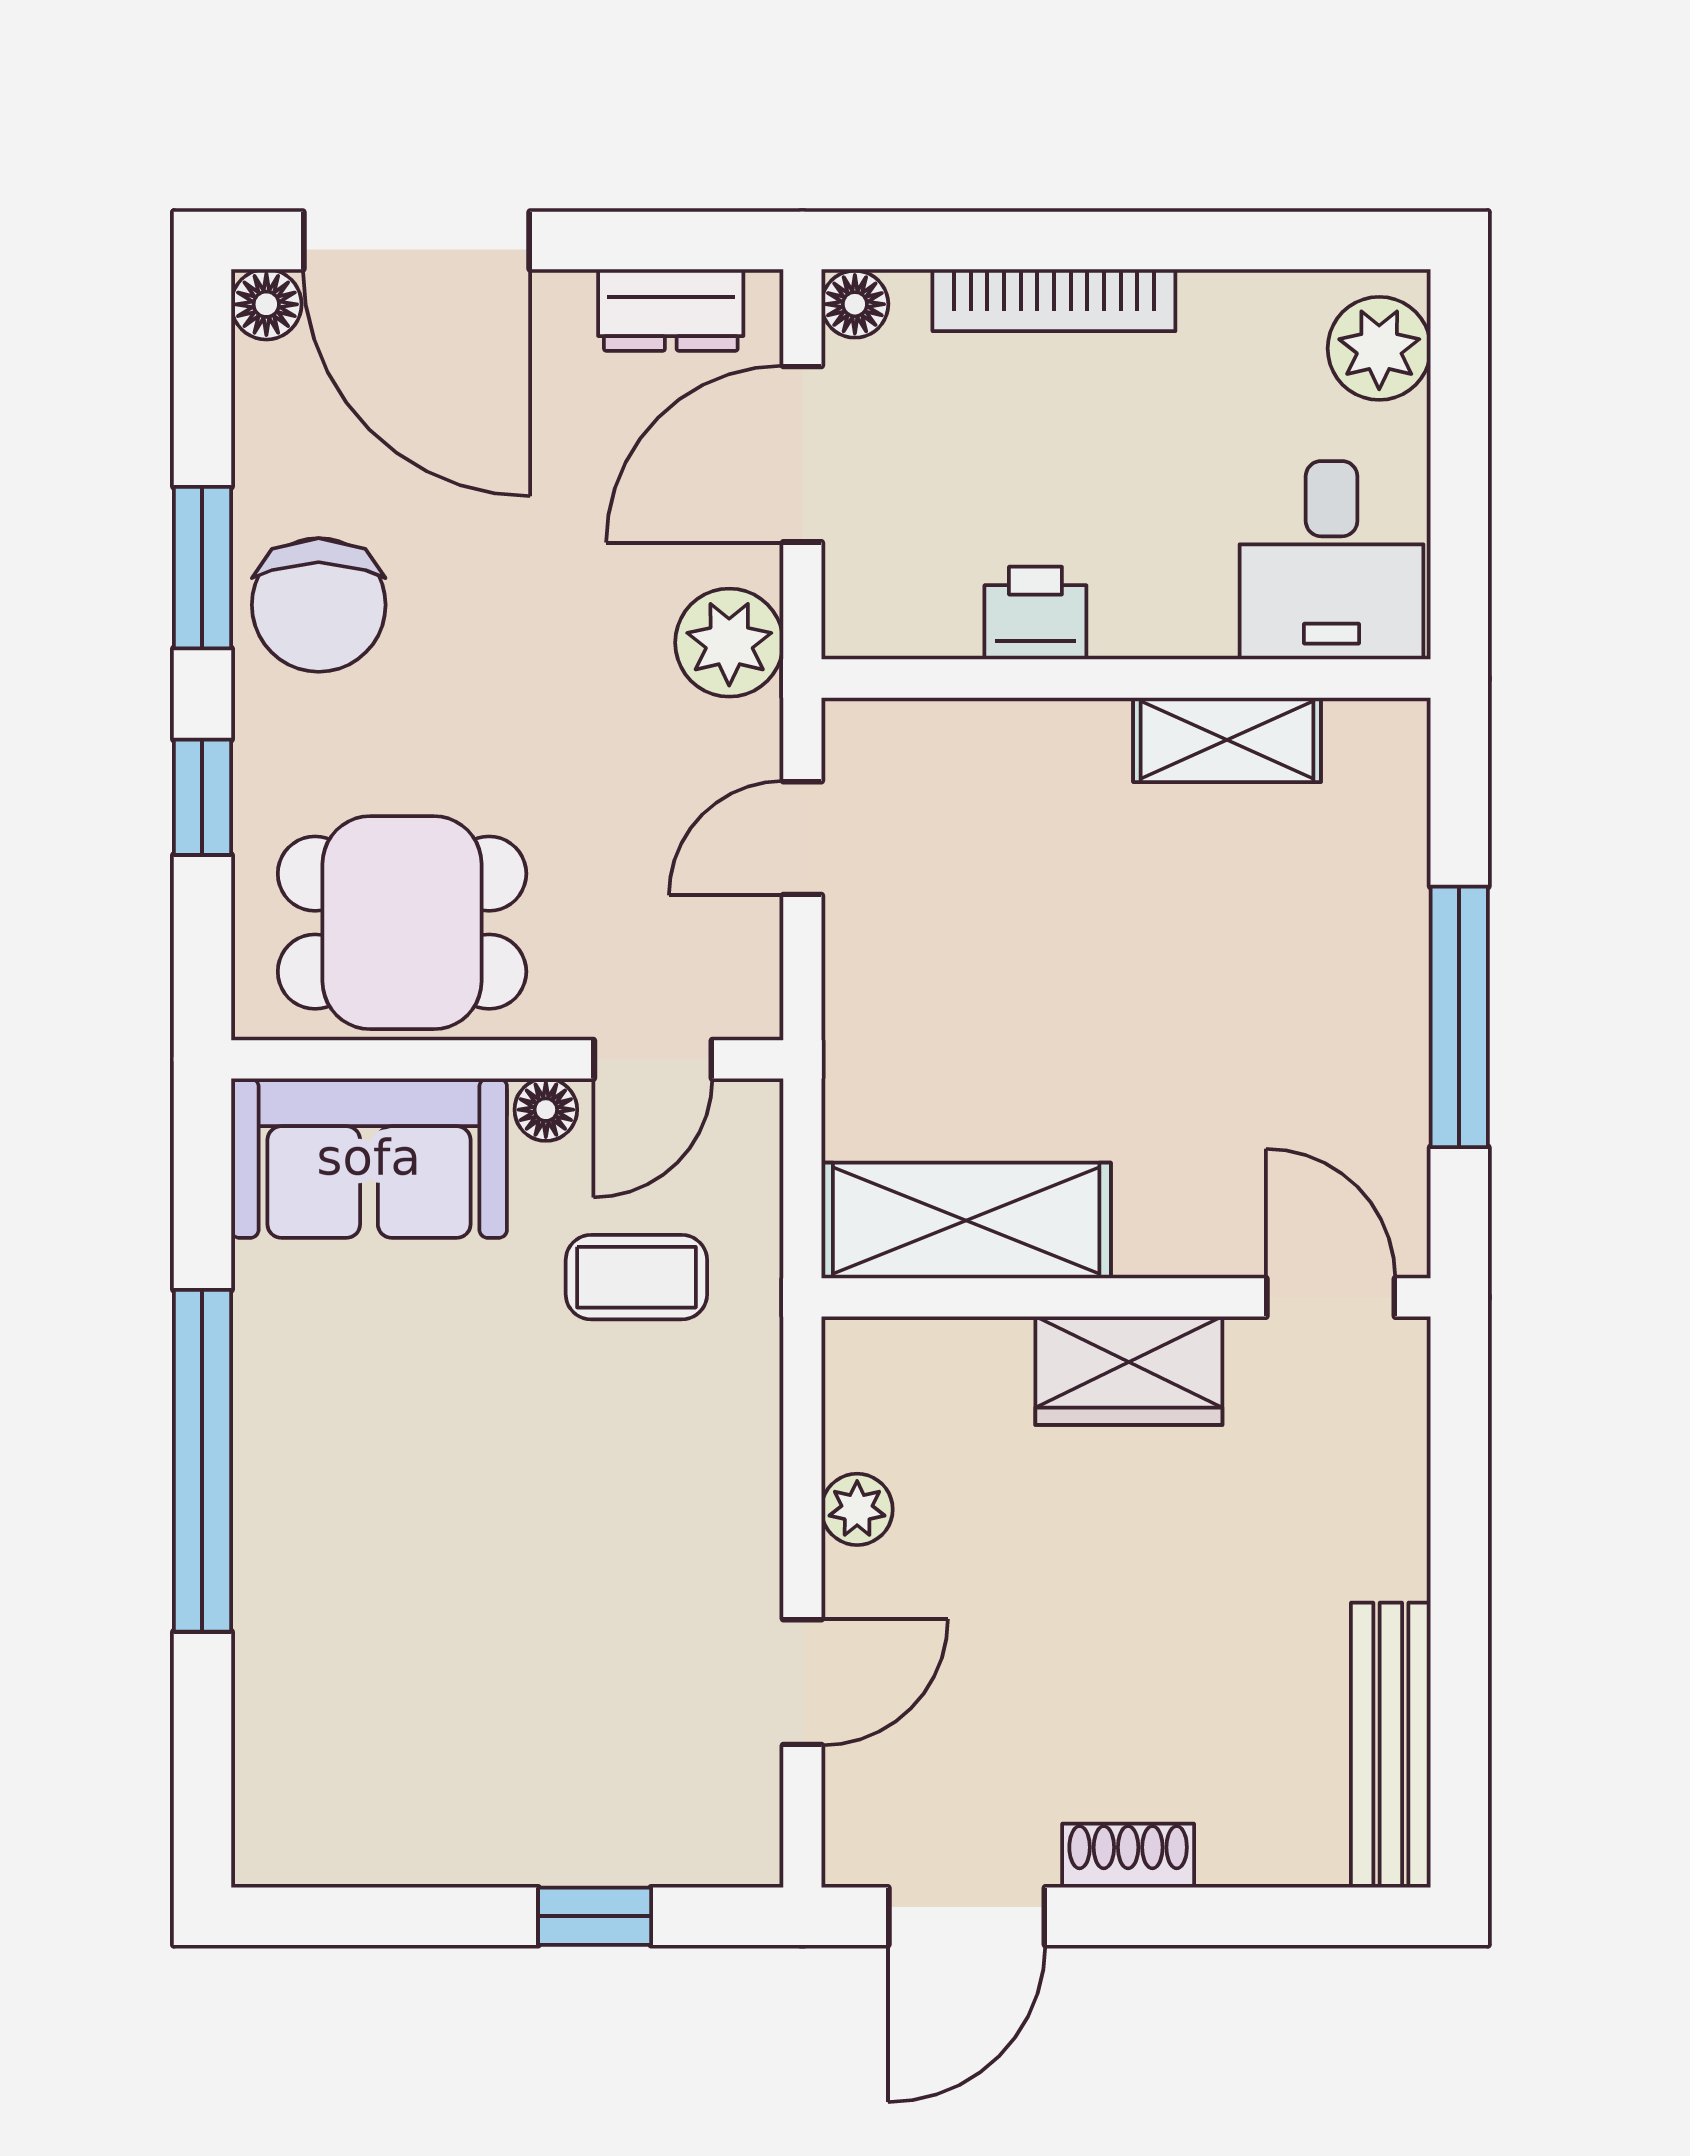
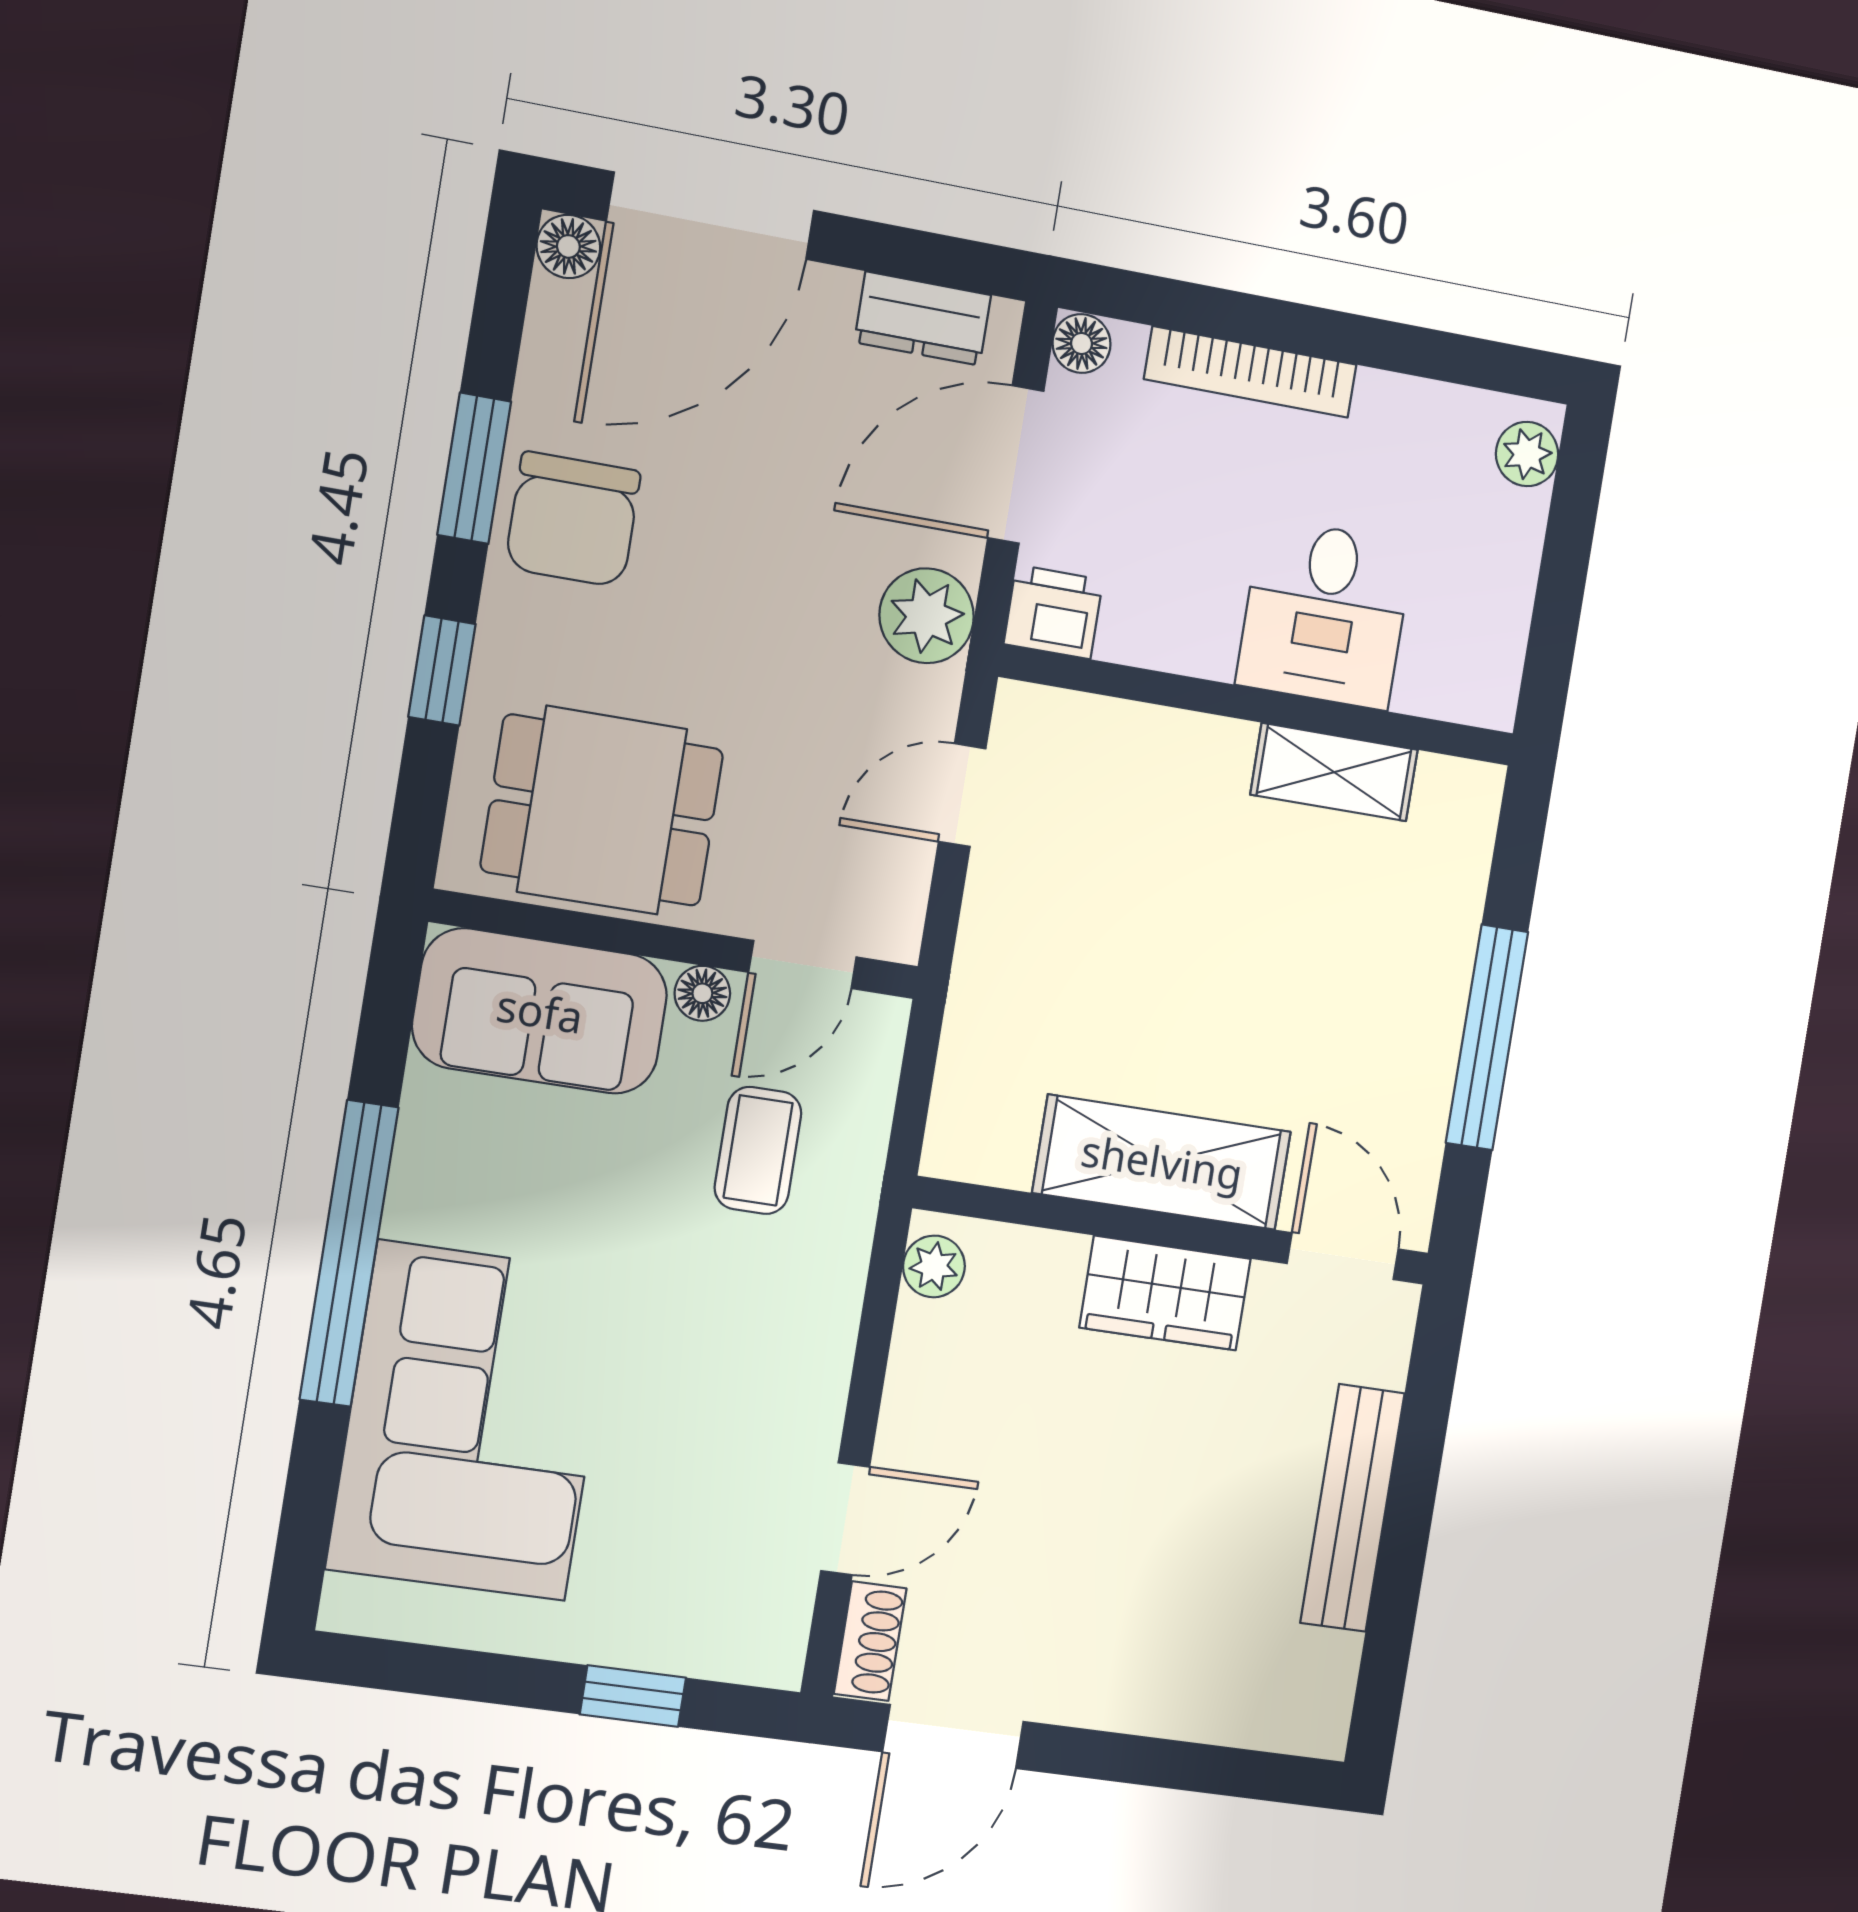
door: (417, 240) -> (711, 216), hinge flipped
plant: (1379, 348) -> (1527, 454), width x0.73, depth x0.73
desk: (1332, 560) -> (1325, 614), moved
printer: (1035, 613) -> (1053, 612), moved
shelving: (966, 1220) -> (1162, 1162), moved
coffee table: (636, 1277) -> (758, 1150), turned 90
plant: (857, 1509) -> (934, 1266), moved
corner sofa: (366, 1629) -> (472, 1421), added
bench: (1391, 1745) -> (1352, 1508), moved
shoe rack: (1128, 1856) -> (870, 1641), moved, turned 90

